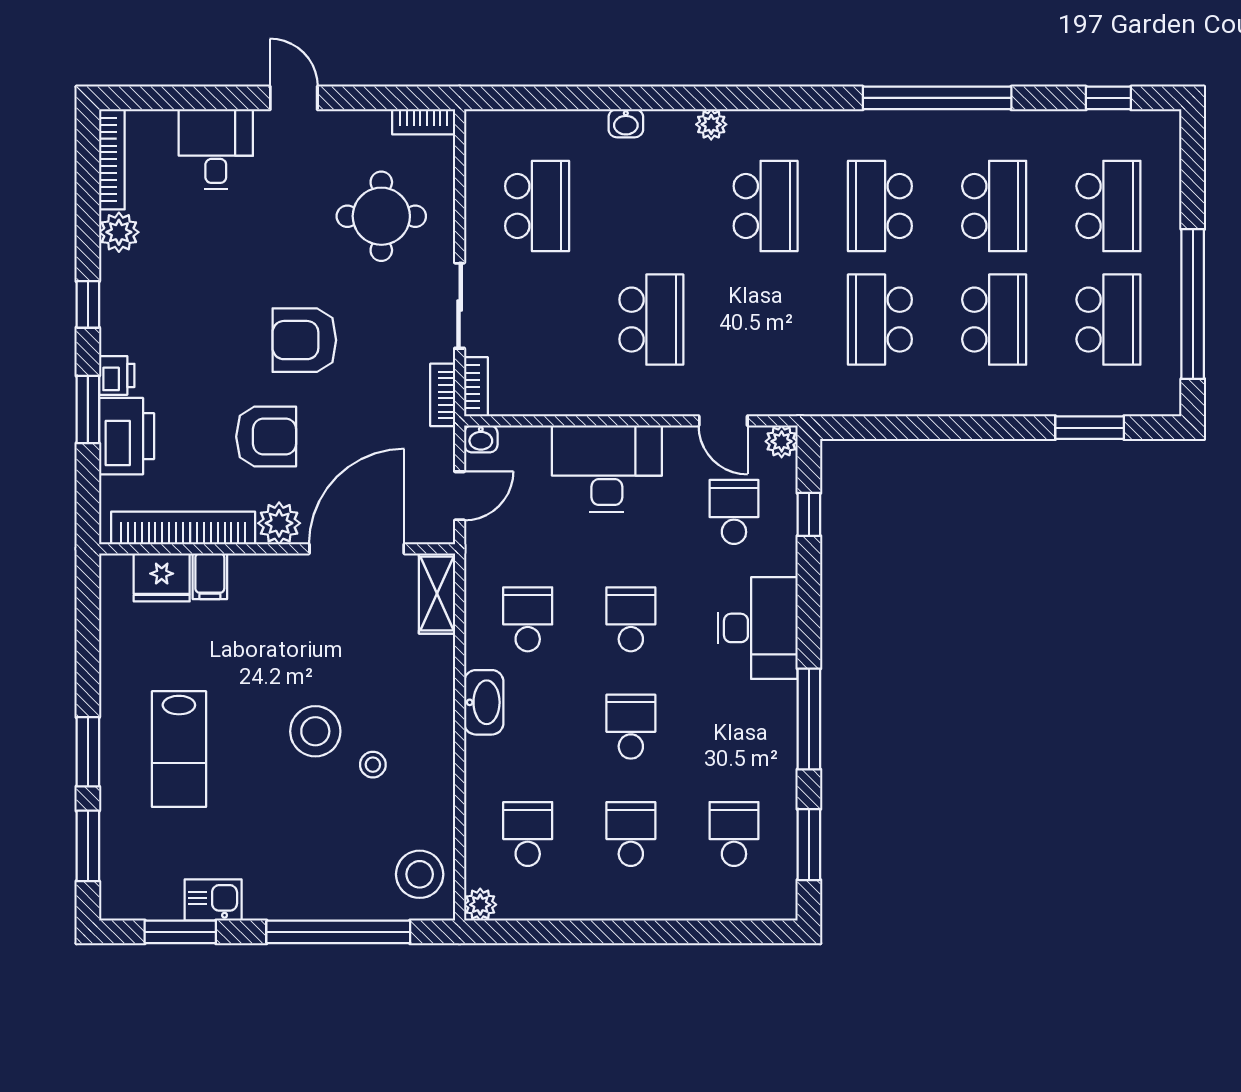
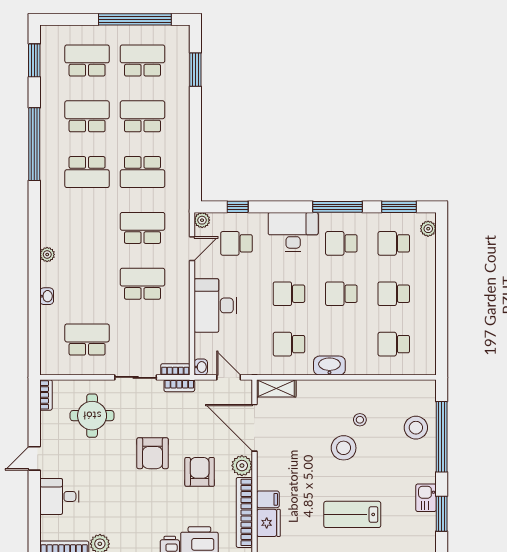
window: (1108, 98) -> (34, 60), width x1.50
school desk: (766, 206) -> (142, 228), moved
school desk: (734, 727) -> (341, 243), added
lab bench: (179, 749) -> (352, 514), turned 180
stool: (420, 874) -> (416, 428), moved
plant: (480, 905) -> (428, 229), moved

